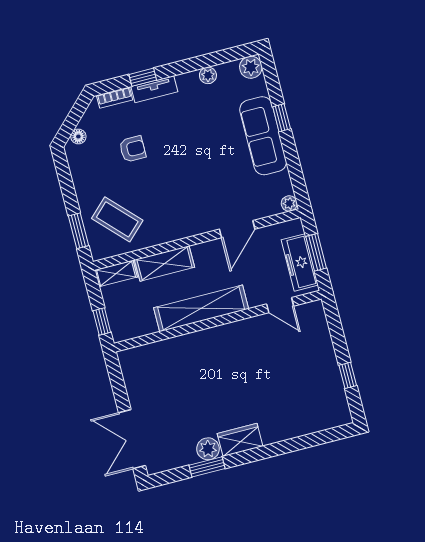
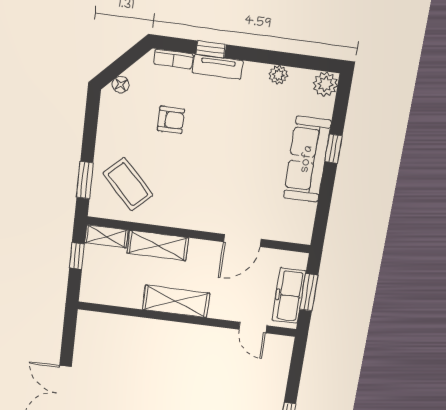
plant: (289, 203) -> (304, 236), removed
shelving: (201, 308) -> (176, 301), width x0.68
window: (102, 322) -> (77, 256), moved

